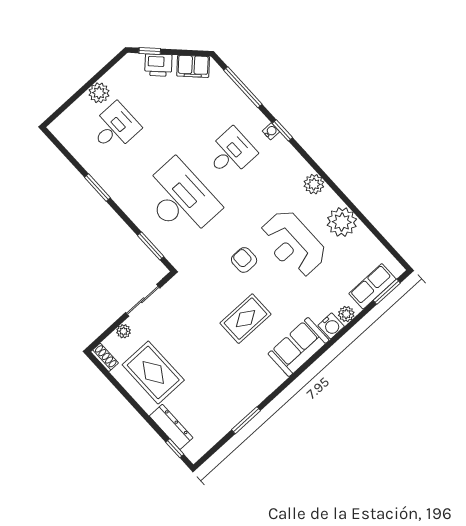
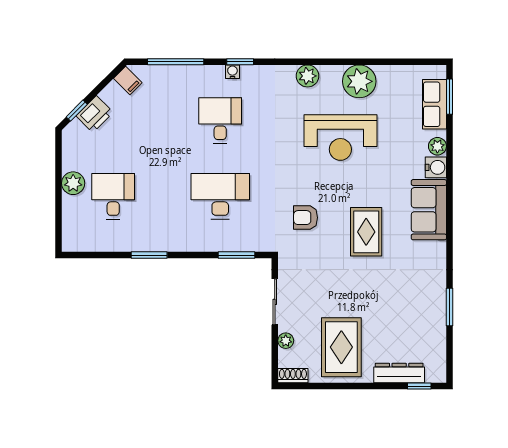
filing cabinet: (193, 66) -> (128, 80), width x0.50
desk: (180, 199) -> (220, 196), width x0.73, depth x0.77
armchair: (244, 260) -> (306, 218), moved
rug: (153, 372) -> (341, 347), turned 90

